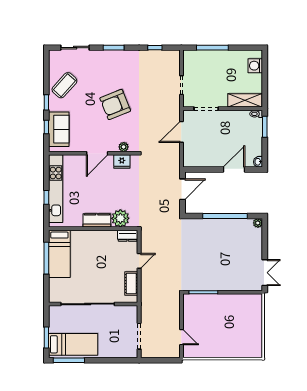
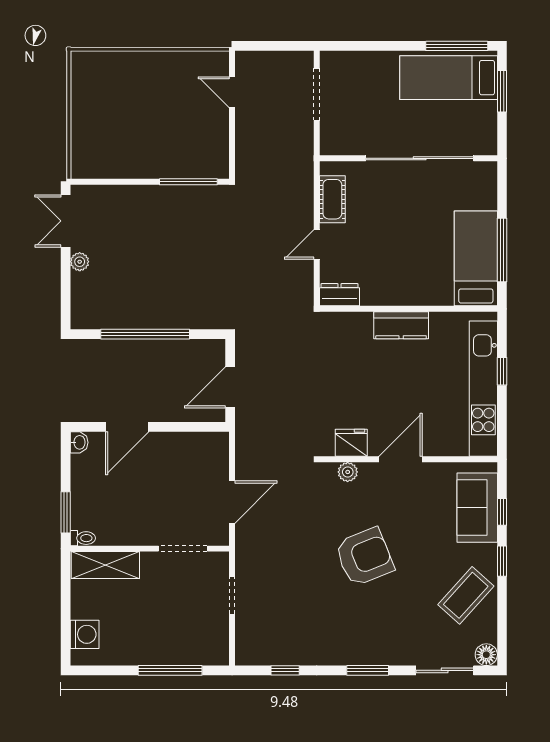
floor lamp: (54, 55) -> (486, 655), added
plant: (120, 218) -> (354, 329), removed
plant: (258, 223) -> (80, 262), moved

